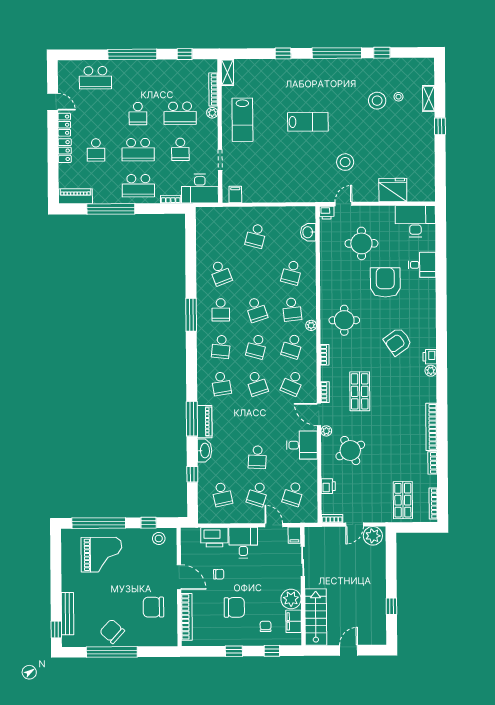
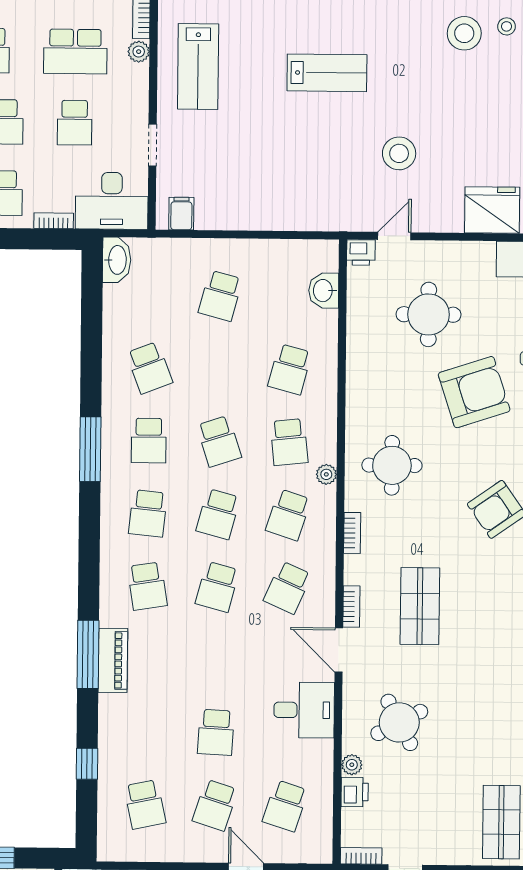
armchair: (385, 282) -> (474, 392), turned 72
school desk: (257, 383) -> (217, 587), turned 33
plant: (326, 431) -> (352, 765), moved
washbasin: (205, 450) -> (117, 260), moved

